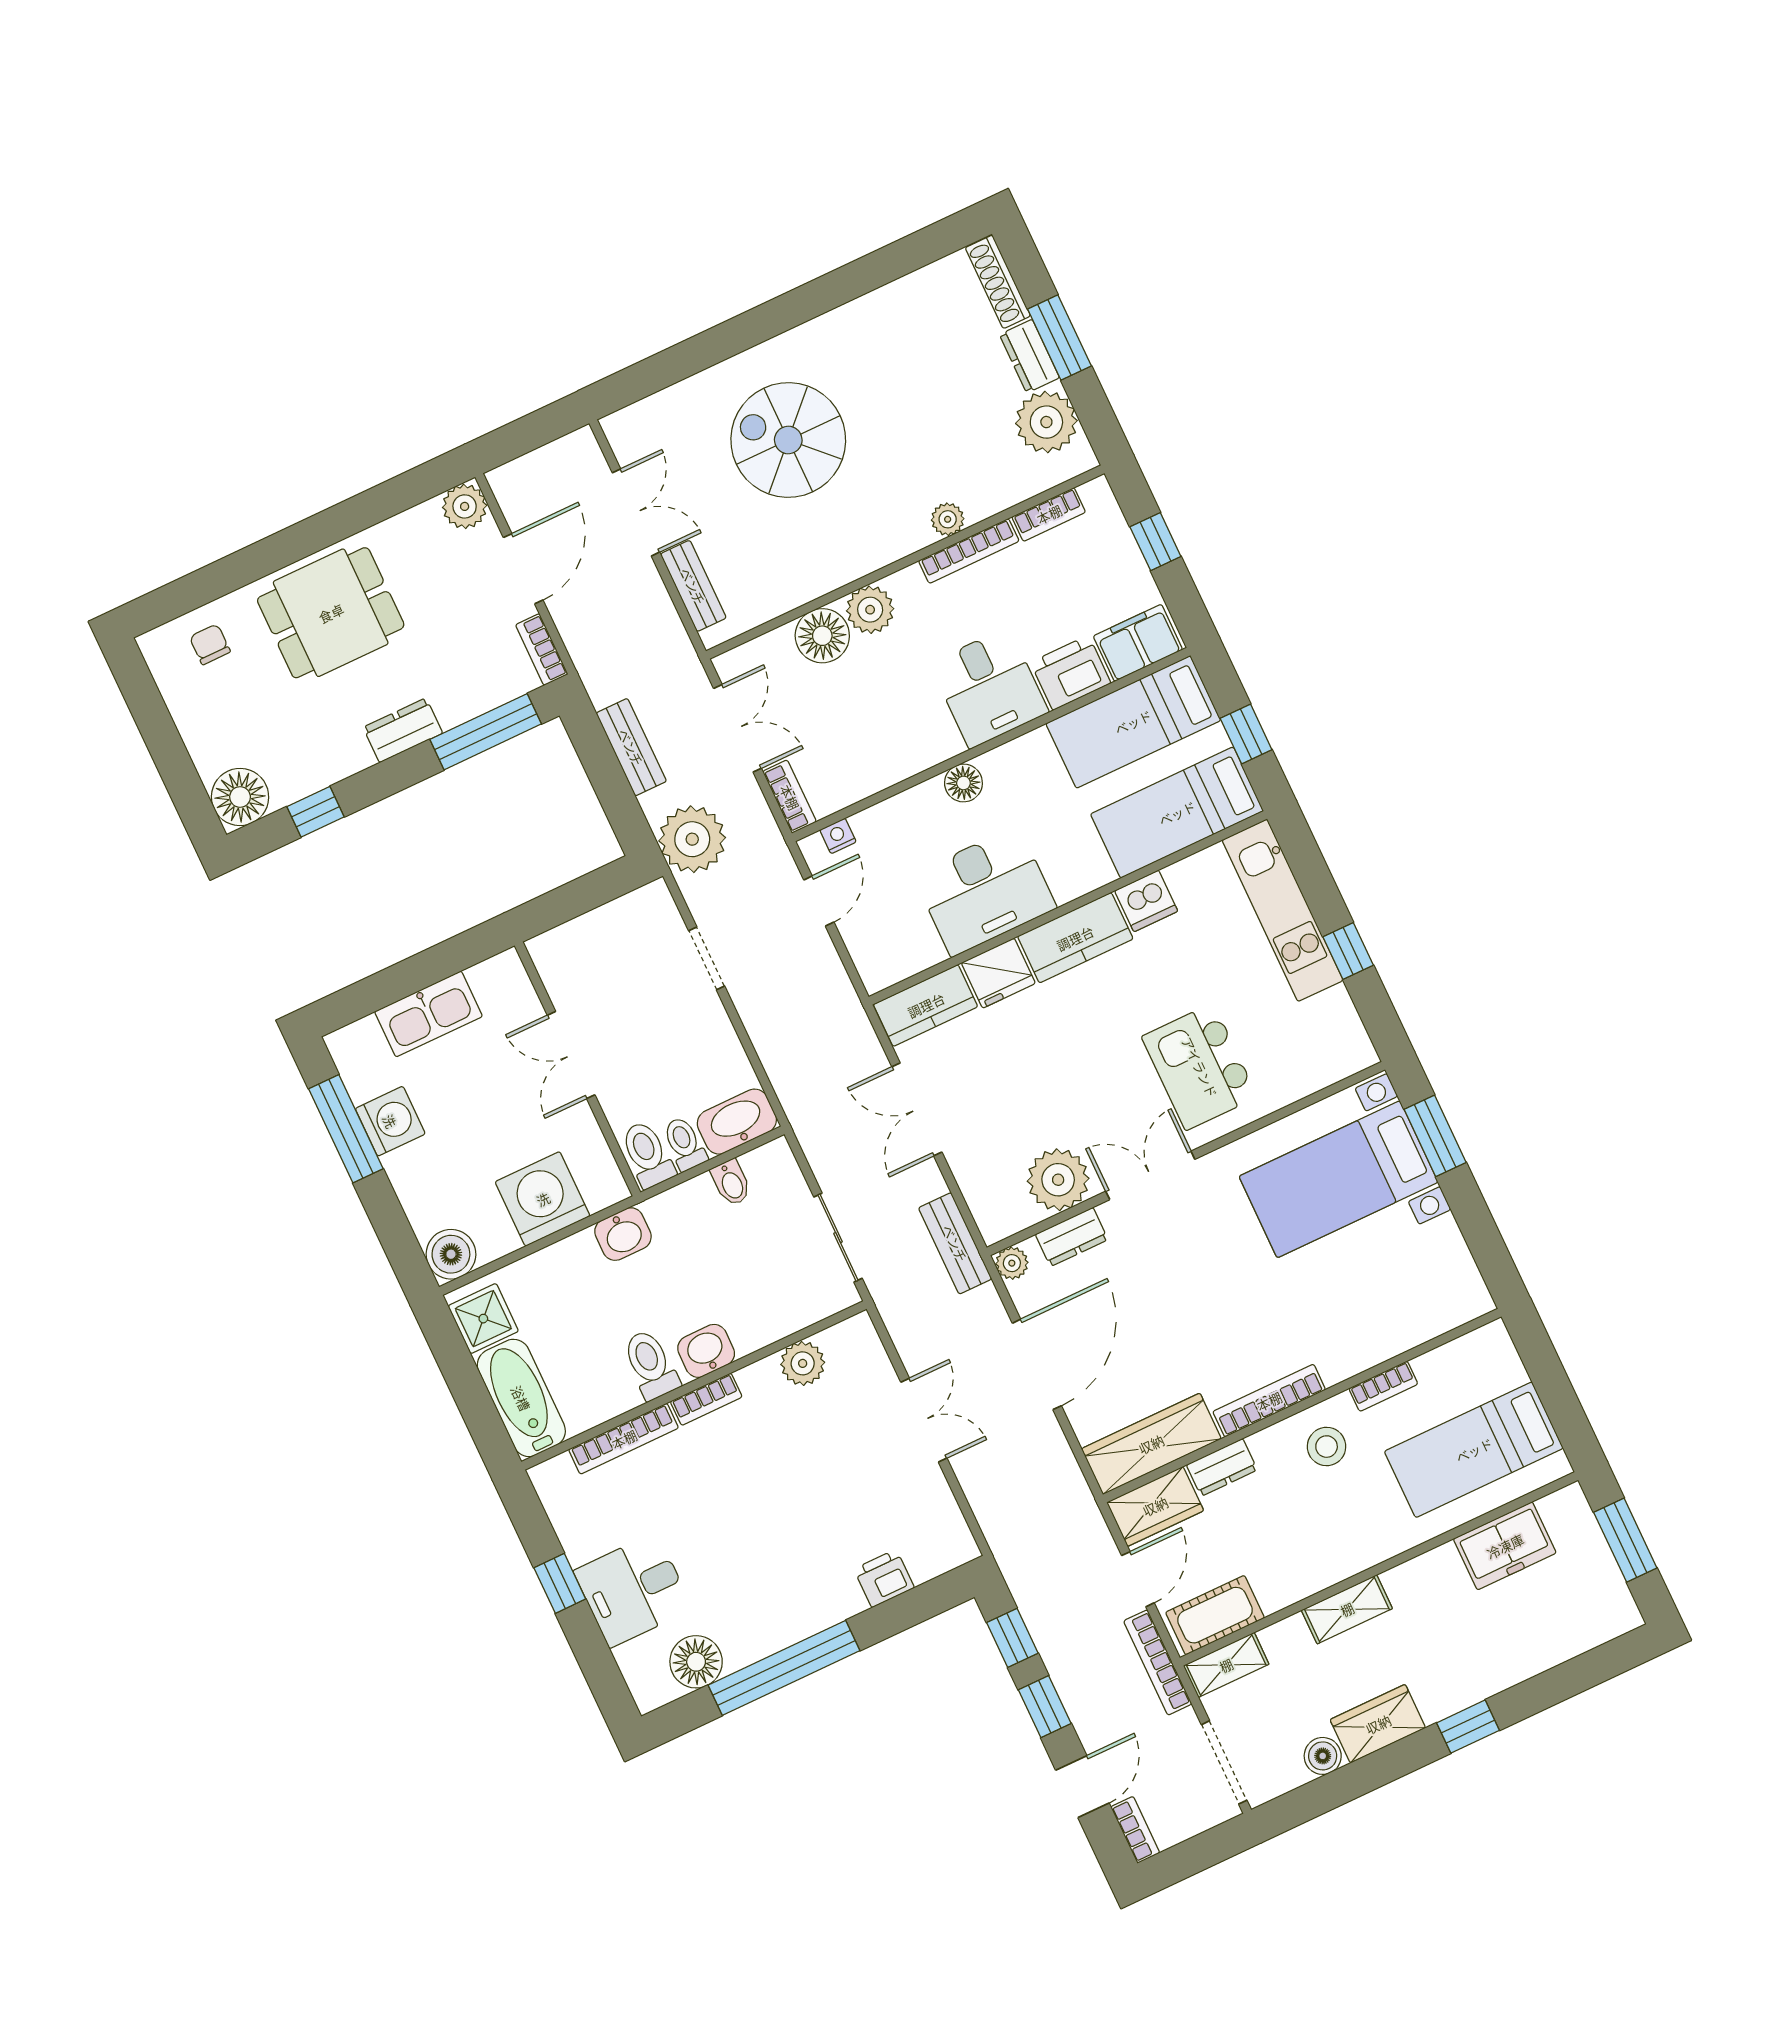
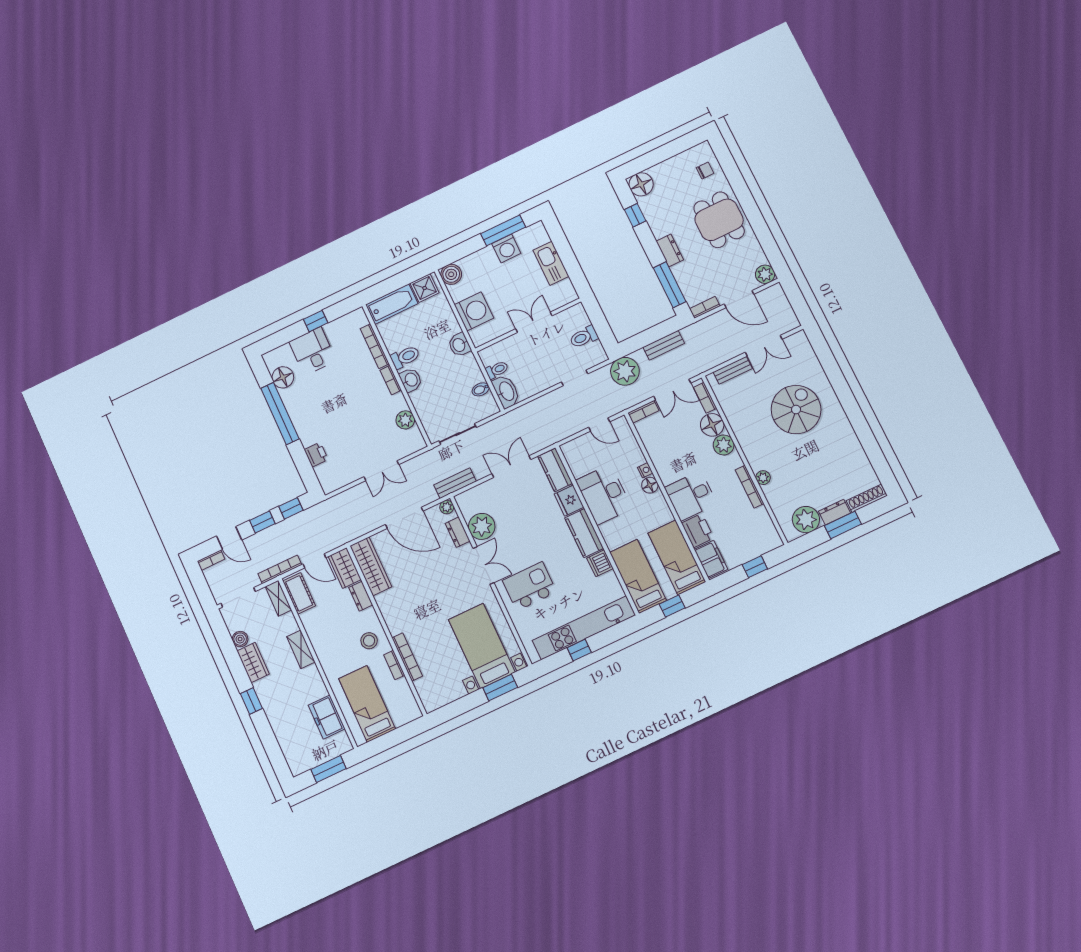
bookcase: (1049, 514) -> (705, 398), moved
nightstand: (838, 836) -> (645, 470), moved
kitchen unit: (1283, 910) -> (584, 628), width x1.36
toilet: (647, 1154) -> (584, 337), moved, turned 180
bookcase: (1269, 1401) -> (407, 657), moved

